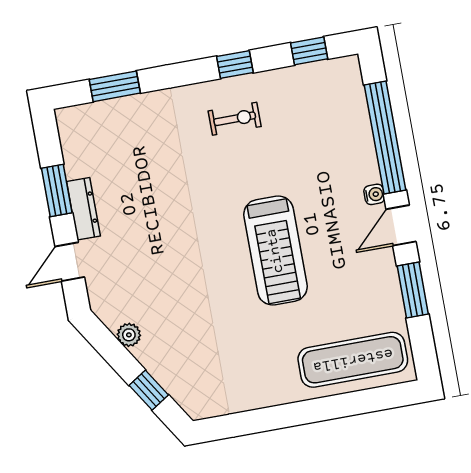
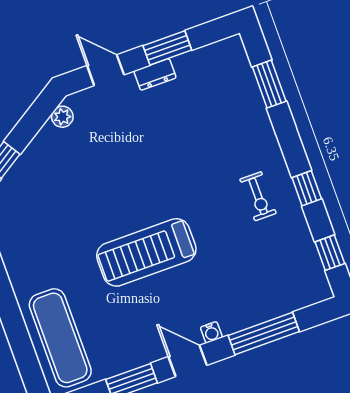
window: (385, 138) -> (264, 334), width x0.68
dresser: (83, 209) -> (155, 74), width x0.70
plant: (129, 335) -> (62, 117), moved

